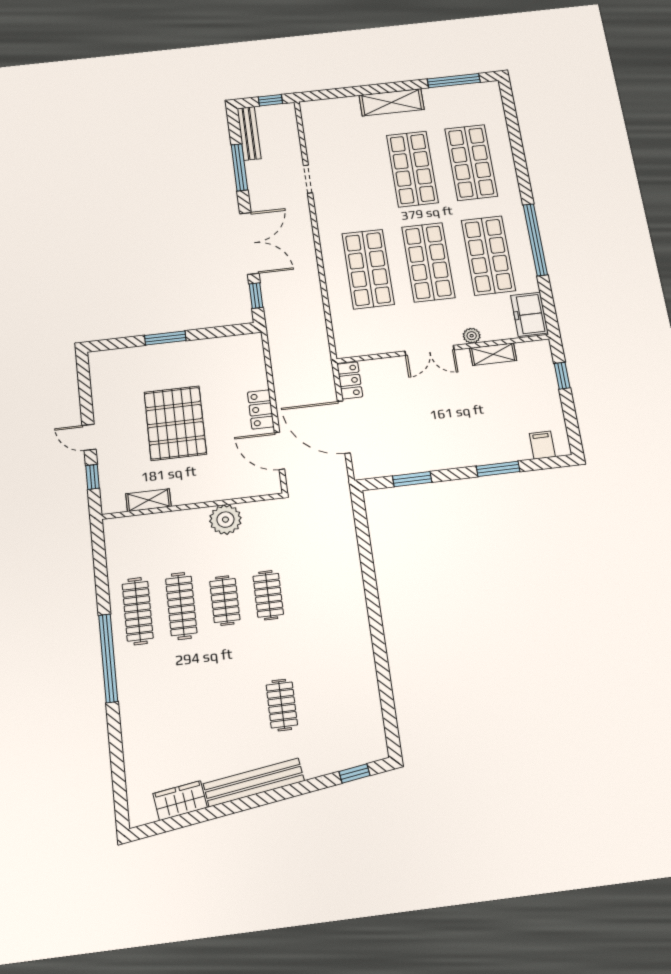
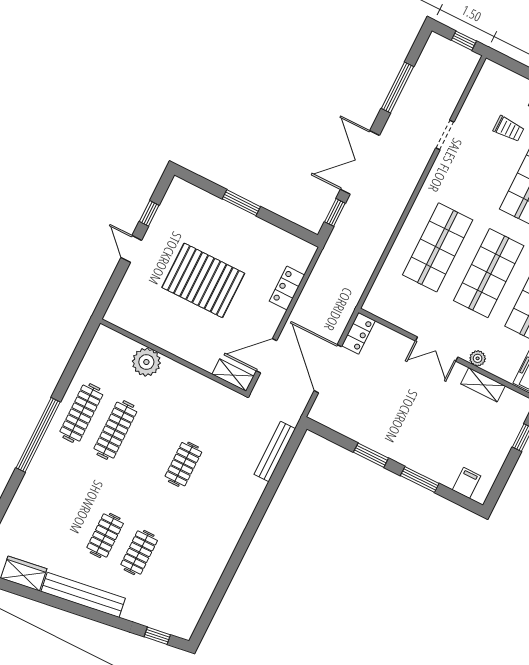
bench: (249, 133) -> (275, 452), moved
trolley: (359, 143) -> (509, 129), added
double door: (249, 243) -> (360, 162), swing flipped
locker: (261, 409) -> (287, 288), moved
pallet: (175, 423) -> (203, 280), turned 90
door: (279, 451) -> (267, 356), hinge flipped
window: (92, 477) -> (149, 213), moved
window: (412, 479) -> (371, 455), moved
shelving: (148, 500) -> (233, 375), moved
plant: (225, 520) -> (146, 362), moved
clothes rail: (225, 601) -> (105, 535), moved

